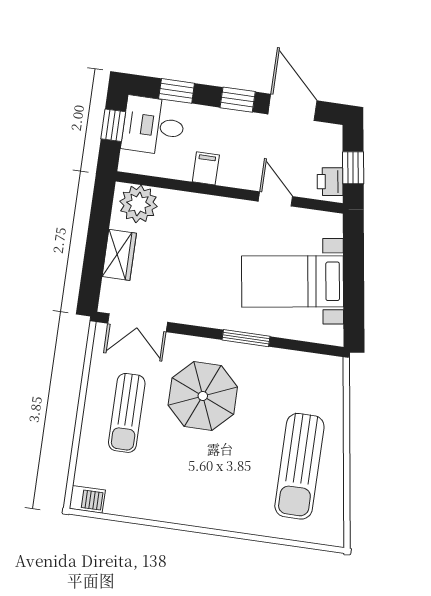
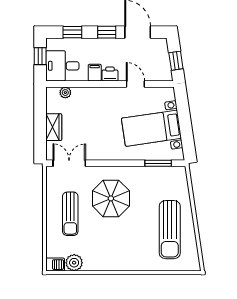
desk: (153, 126) -> (62, 66), moved
printer: (330, 182) -> (110, 74), moved, turned 98
plant: (138, 204) -> (65, 93), width x0.53, depth x0.53
double door: (138, 323) -> (69, 163), swing flipped
window: (246, 338) -> (158, 163), moved
plant: (121, 501) -> (74, 263), added

